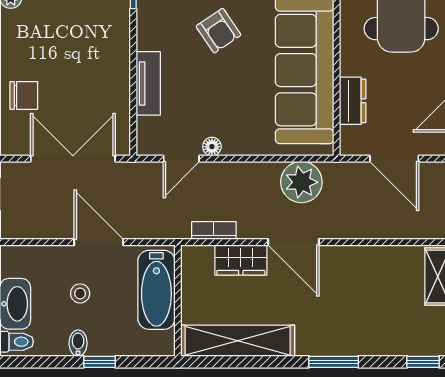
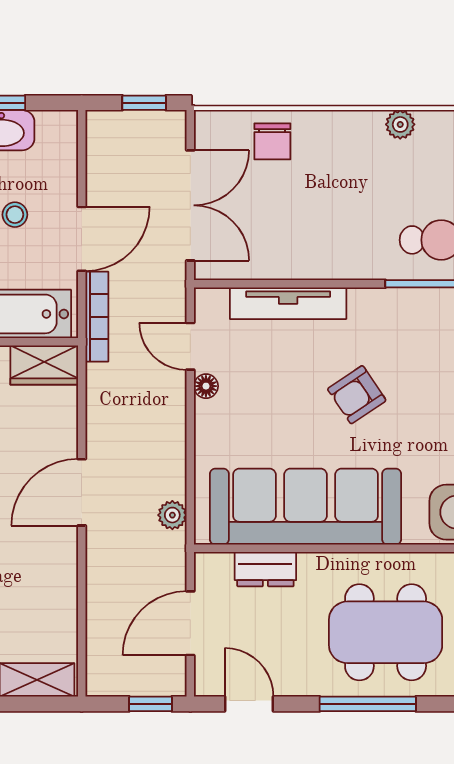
tv unit: (148, 83) -> (288, 303), width x1.41
plant: (301, 182) -> (172, 515), width x0.53, depth x0.53
bookcase: (214, 230) -> (97, 317), moved, width x1.56
wardrobe: (241, 260) -> (44, 365), moved, turned -90

